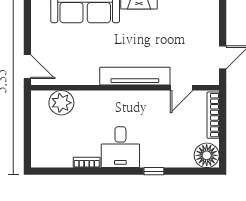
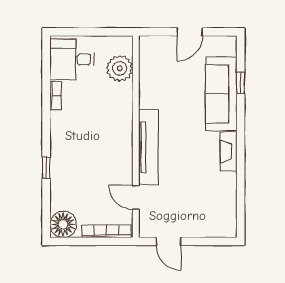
door: (27, 67) -> (190, 32), moved
desk: (120, 147) -> (72, 59), moved

